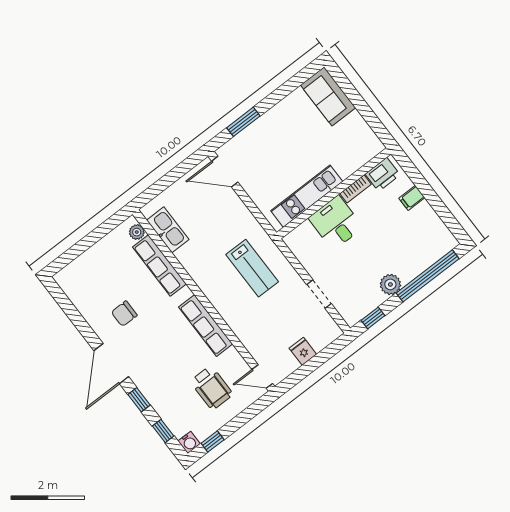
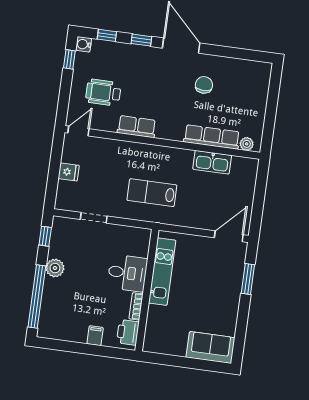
kitchen sink: (168, 230) -> (212, 162), moved
row of seats: (206, 326) -> (137, 127), width x0.68

